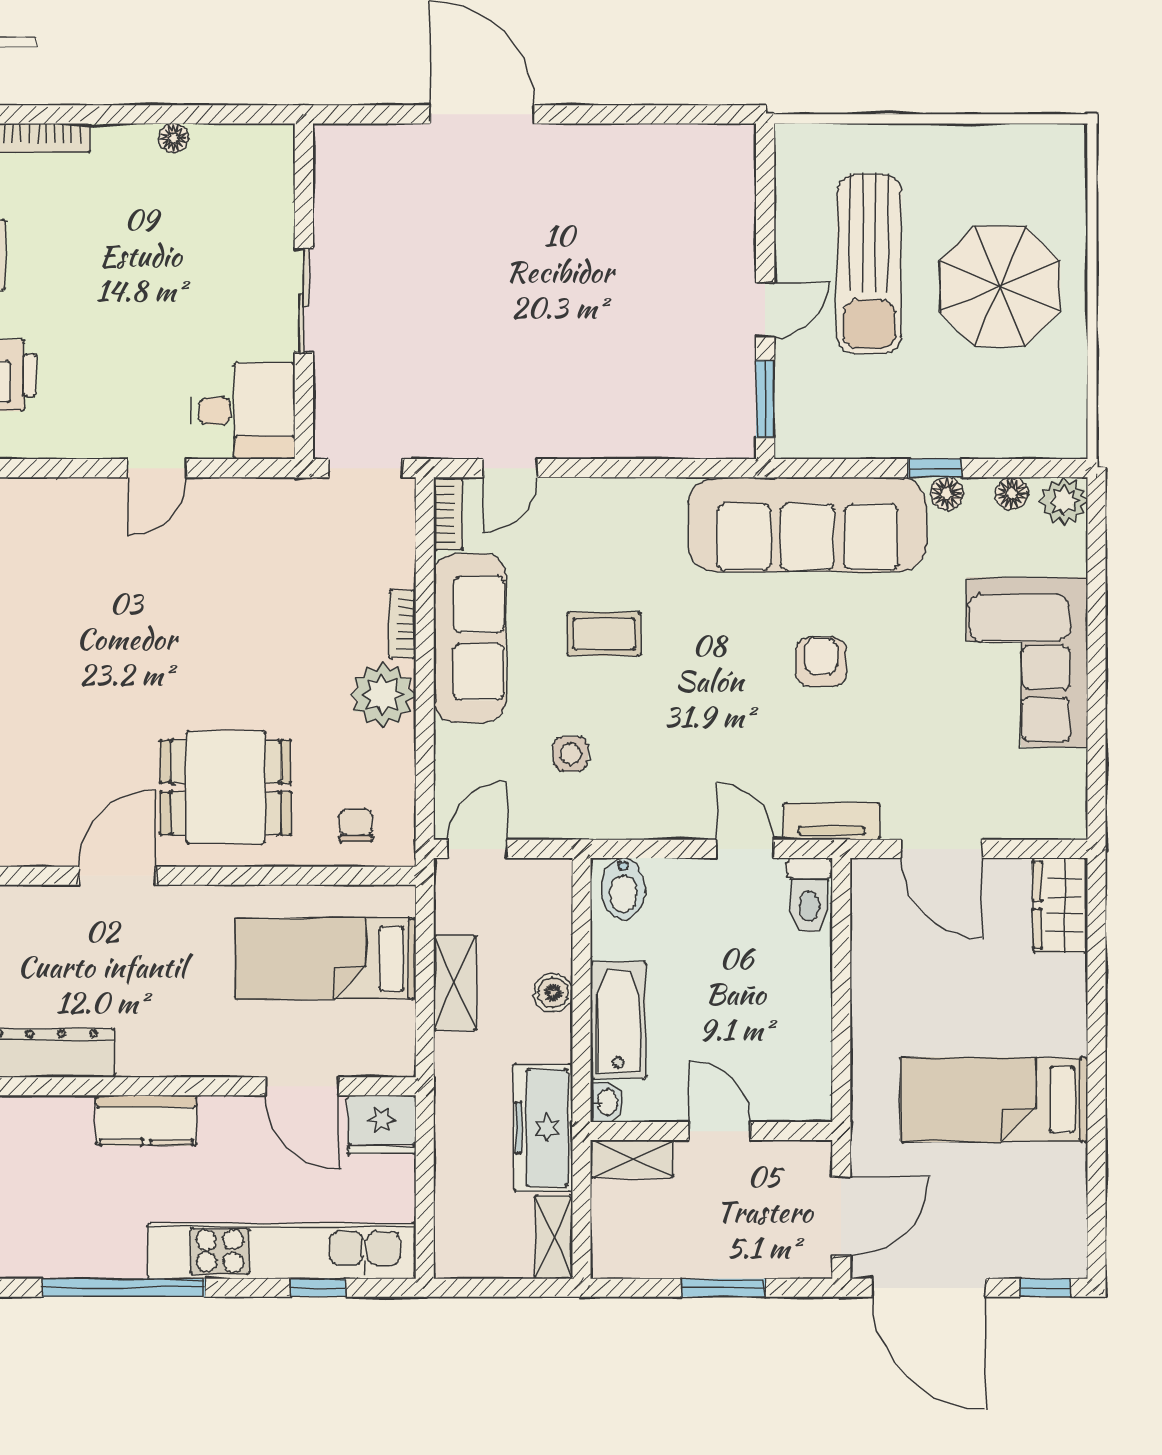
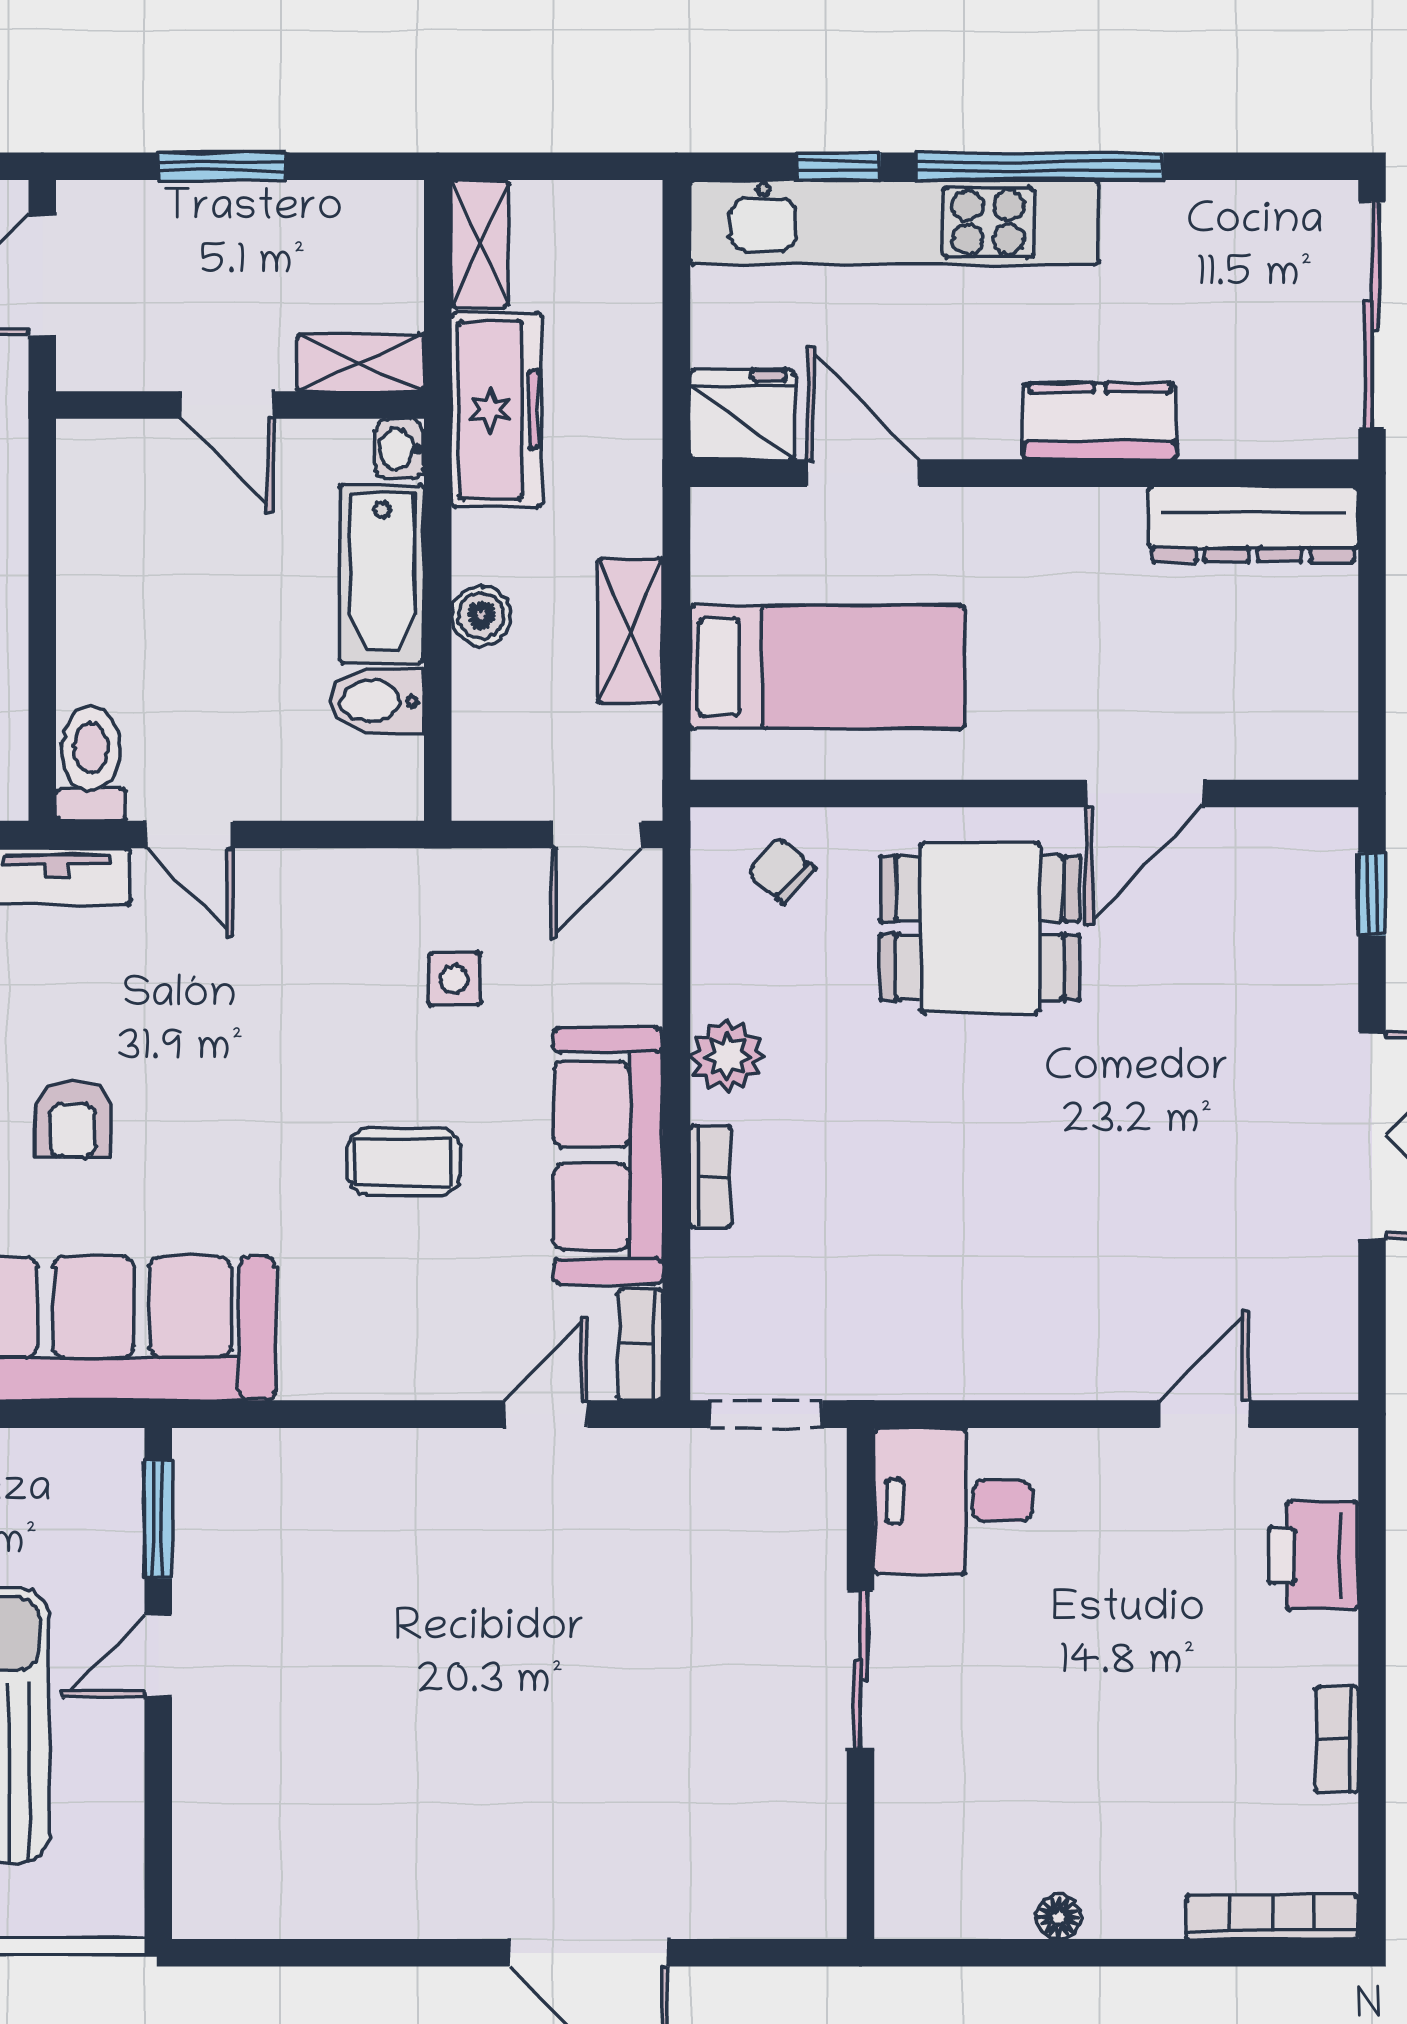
door: (157, 468) -> (1204, 1414), moved
plant: (383, 695) -> (727, 1056), width x0.73, depth x0.73
chair: (356, 825) -> (781, 870), turned 132
bidet: (623, 889) -> (377, 701), moved, turned -90
window: (123, 1288) -> (1039, 166), moved

